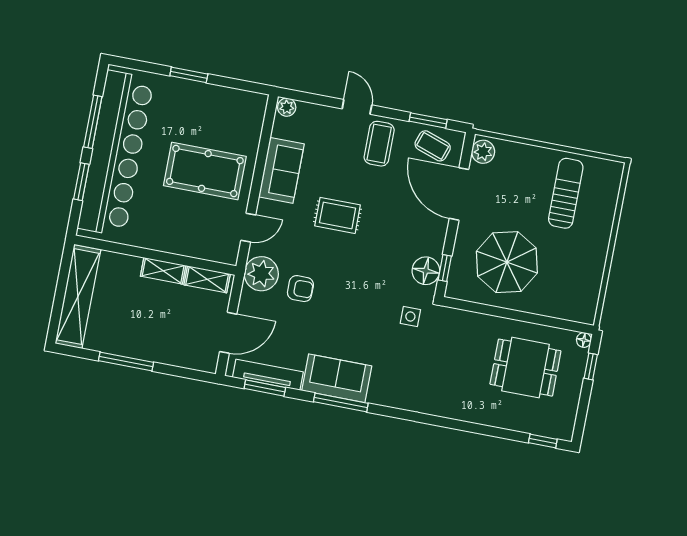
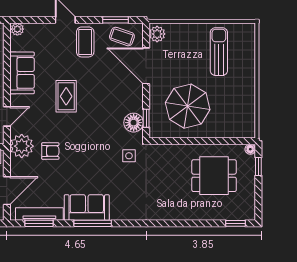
rug: (338, 215) -> (66, 96), turned 90

